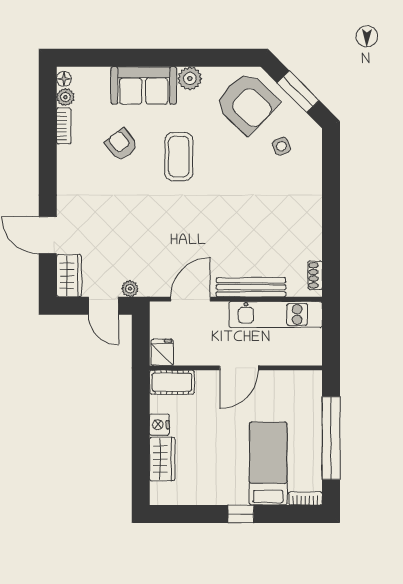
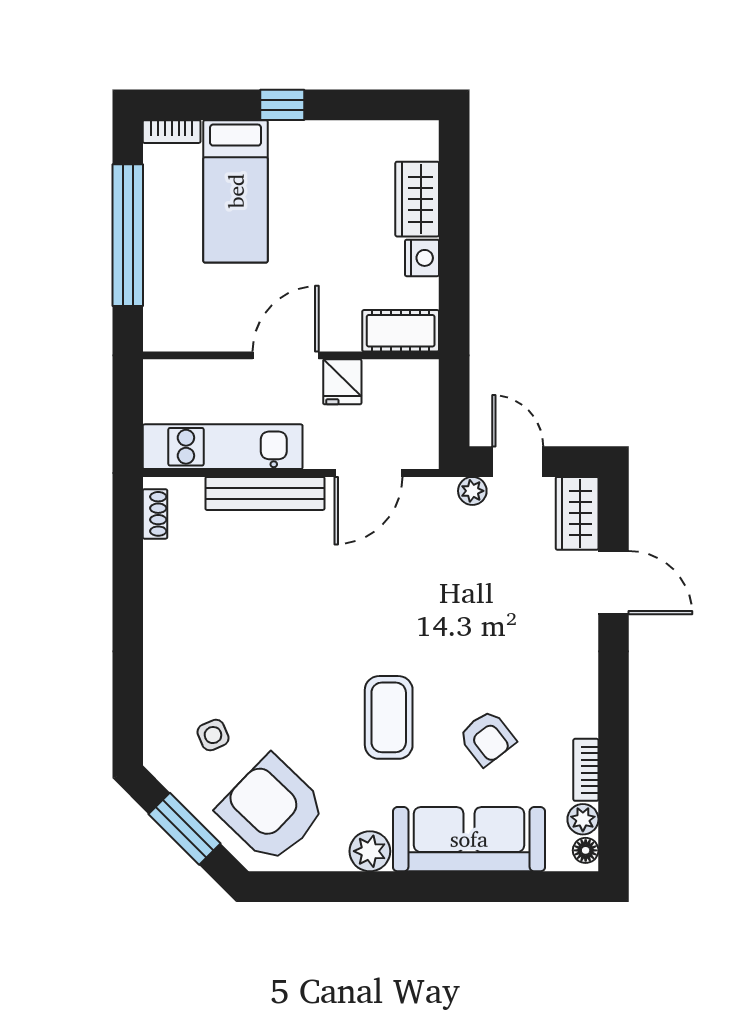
sofa: (144, 85) -> (469, 839), width x1.36
fridge: (162, 352) -> (342, 382), moved

